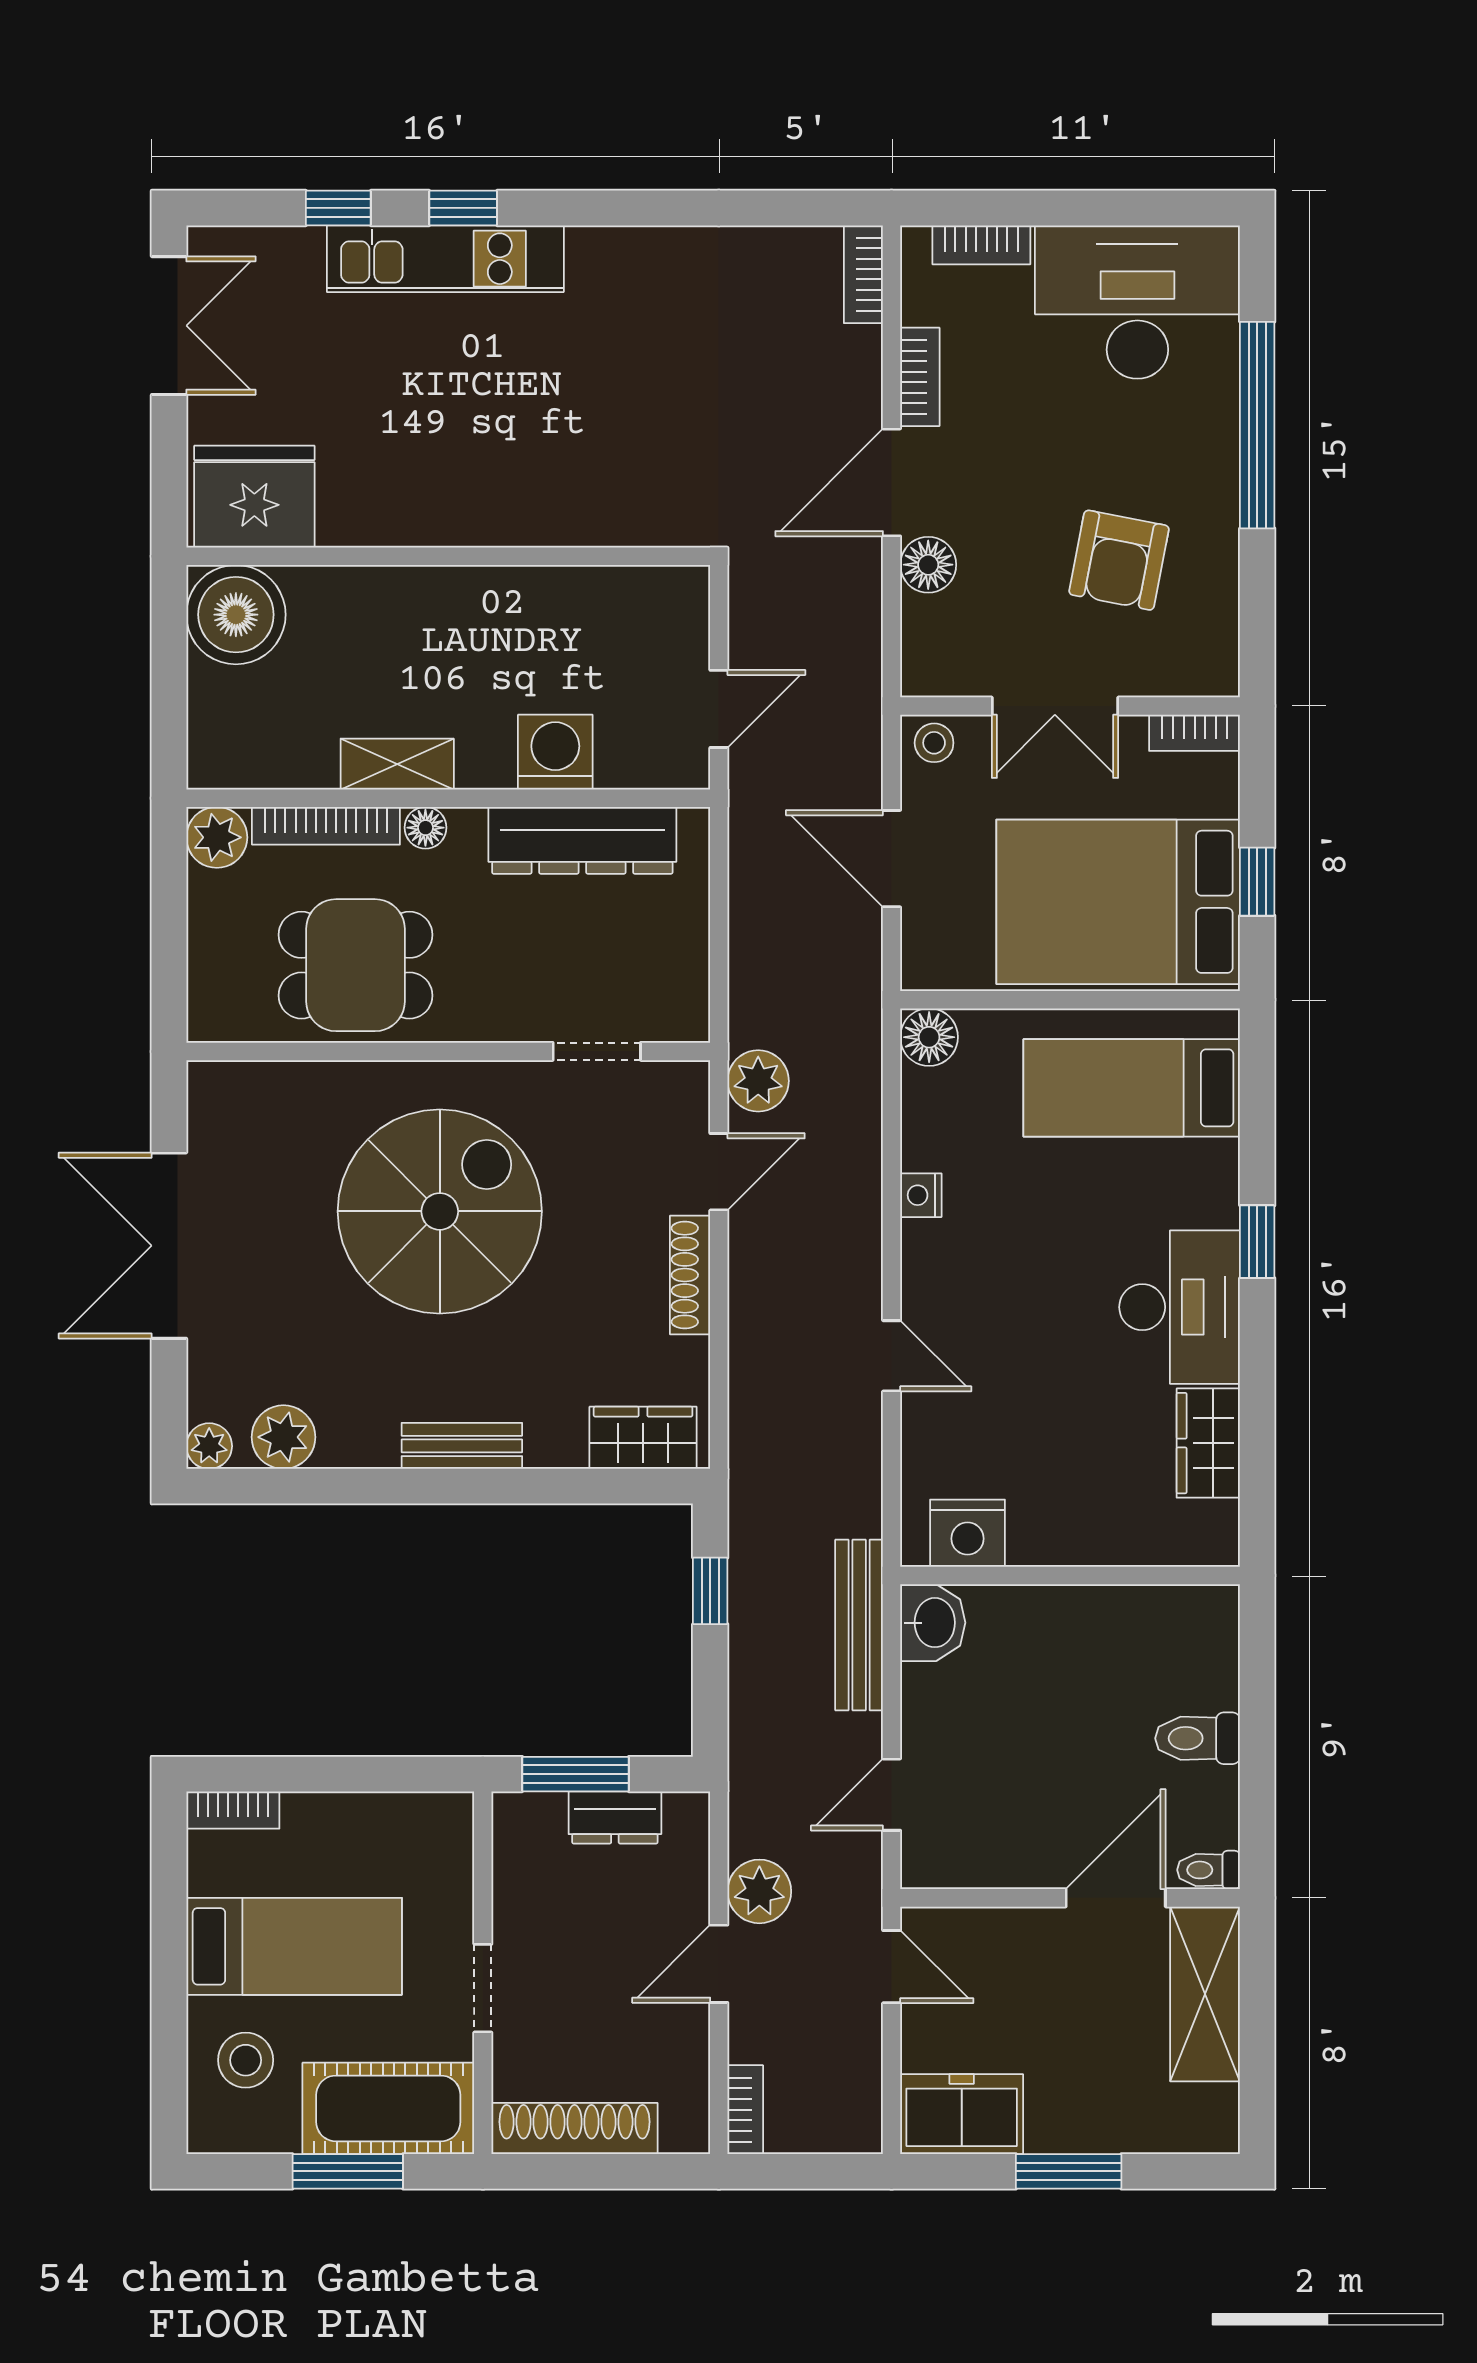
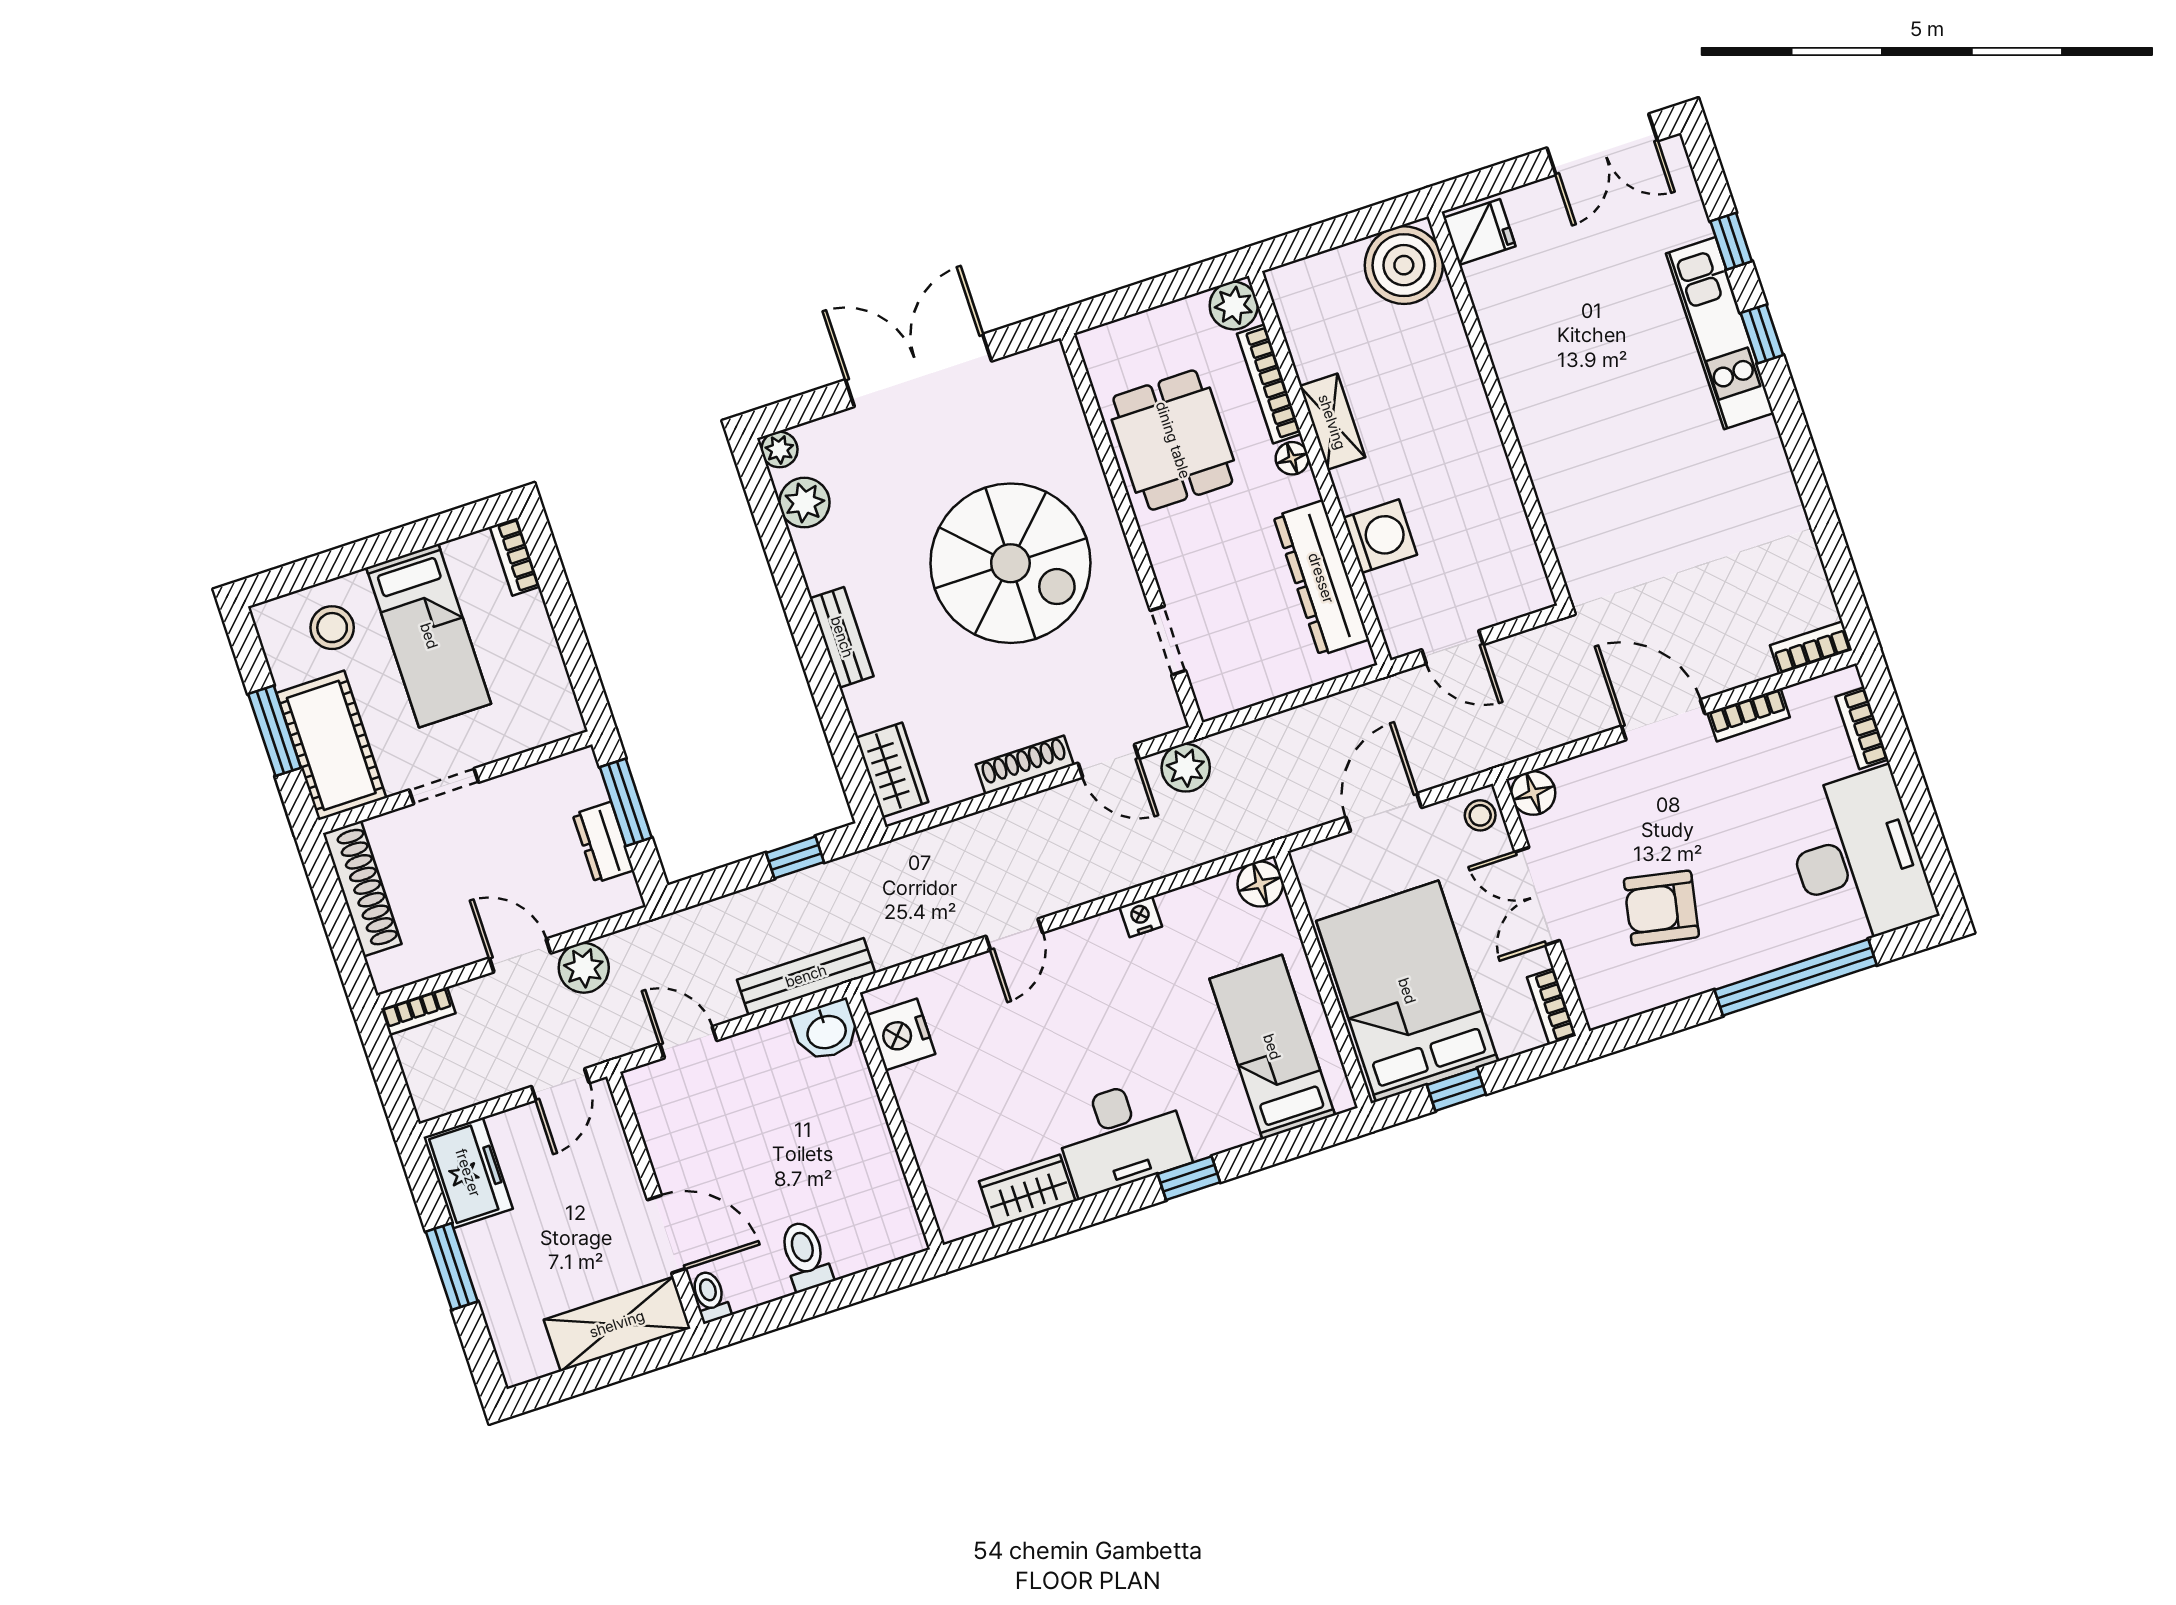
fridge: (254, 497) -> (1480, 232), width x0.53, depth x0.75
floor lamp: (928, 565) -> (1533, 793), moved

